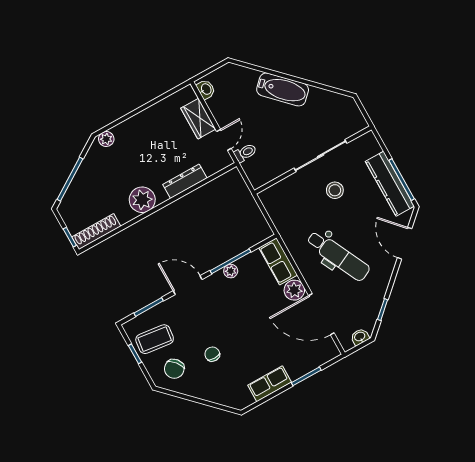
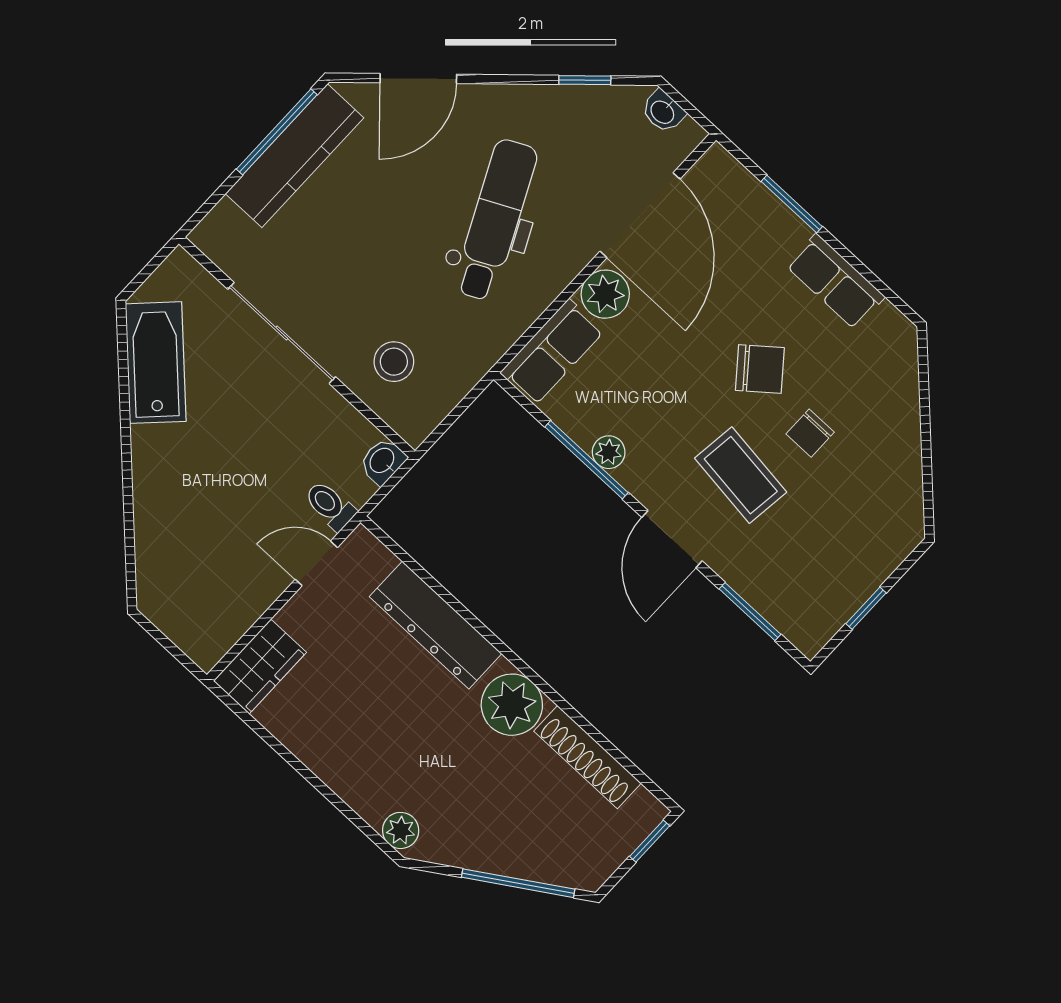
washbasin: (206, 89) -> (383, 461), moved
bathtub: (283, 89) -> (156, 363), moved
wardrobe: (198, 119) -> (260, 667), moved
dresser: (185, 181) -> (436, 625), width x1.37, depth x1.24
stool: (335, 190) -> (394, 362), moved
shoe rack: (96, 232) -> (587, 757), moved
coffee table: (155, 339) -> (741, 475), moved
chair: (174, 369) -> (760, 369), moved

